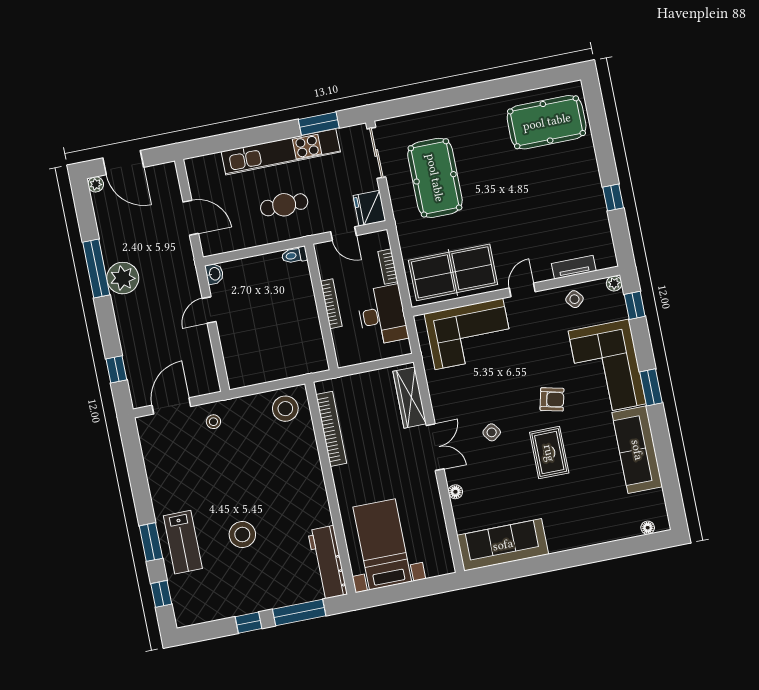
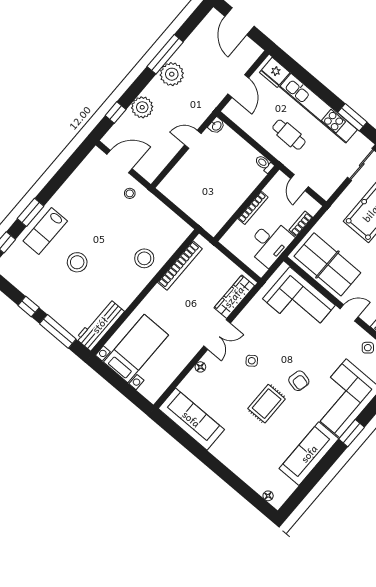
plant: (96, 184) -> (142, 107), moved, width x1.87, depth x1.87
fridge: (369, 208) -> (275, 72), moved, turned -90
stool: (285, 409) -> (144, 258), moved

